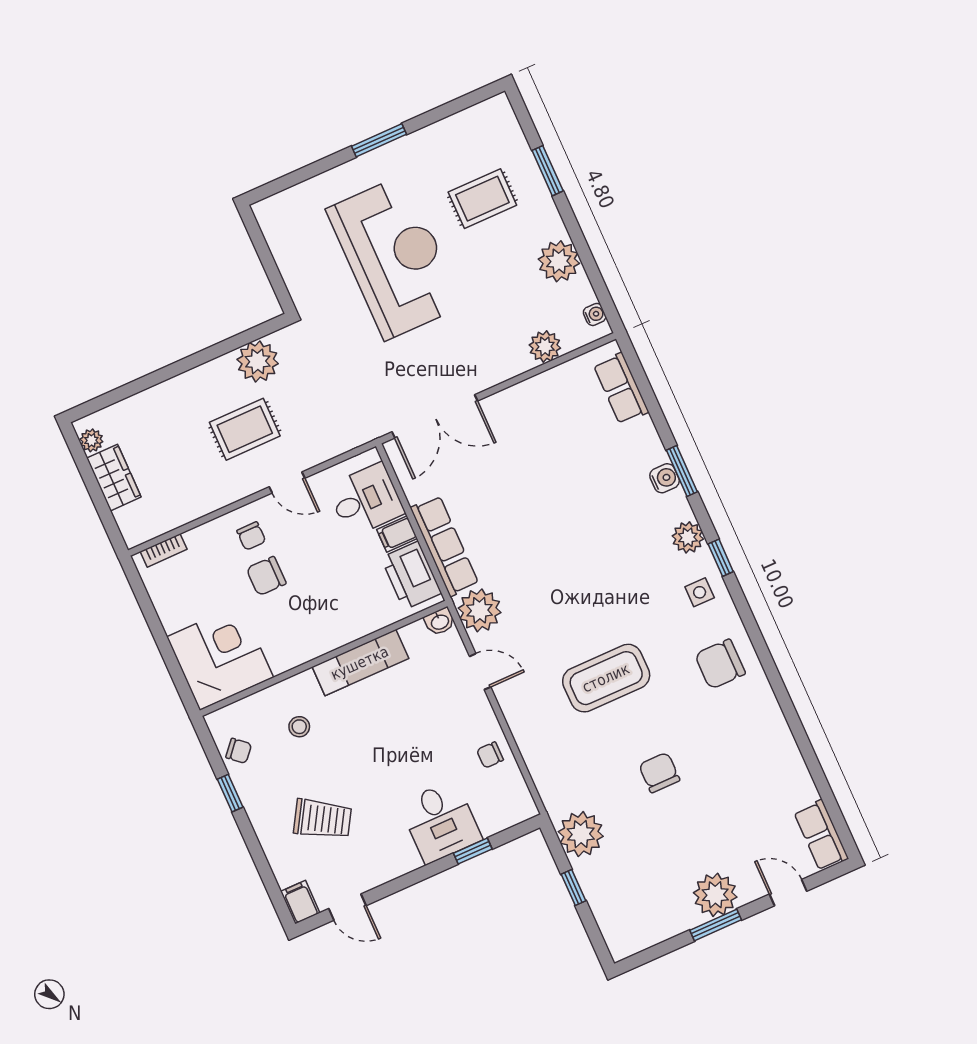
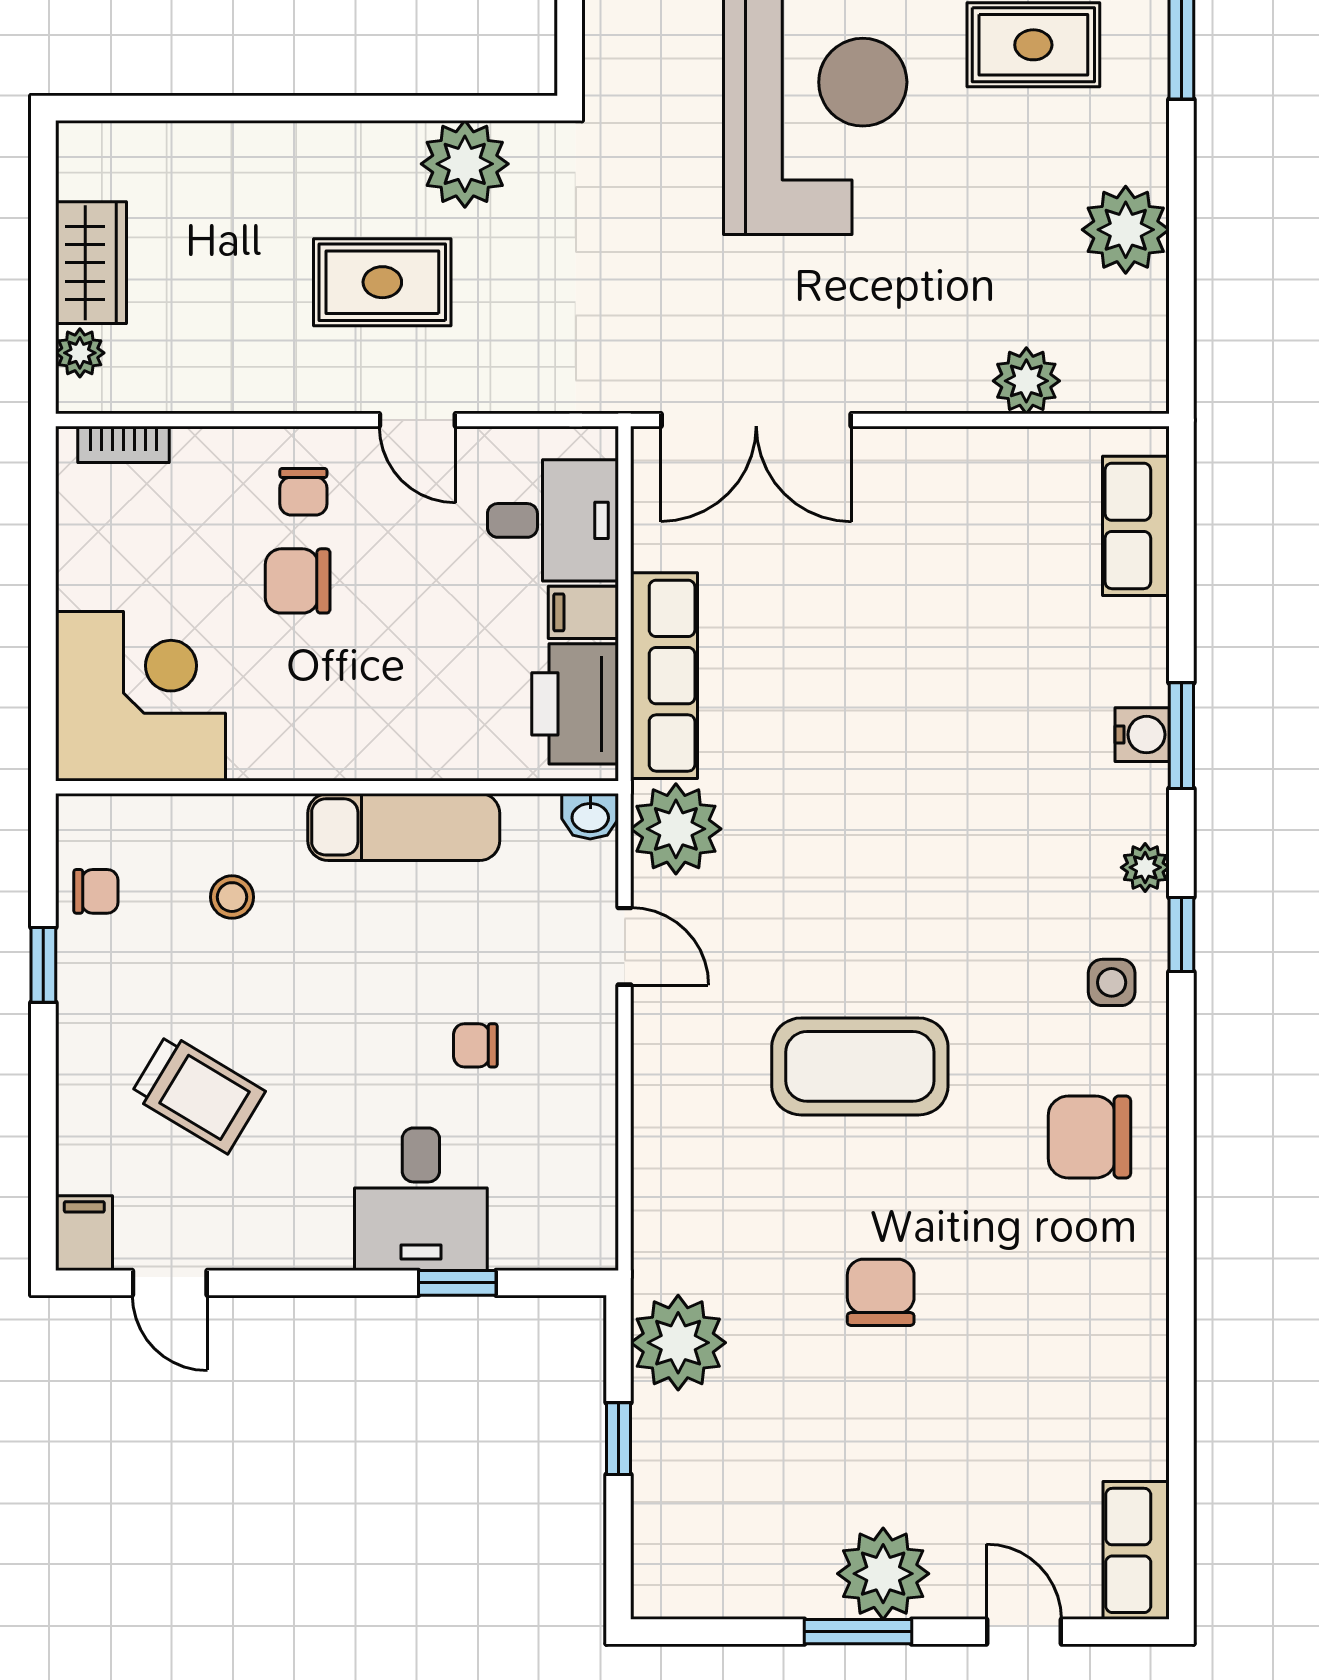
water cooler: (595, 314) -> (1149, 362), removed
plant: (91, 440) -> (80, 353), moved
plant: (688, 537) -> (1145, 867), width x0.73, depth x0.73
chair: (239, 751) -> (96, 891), turned -41
chair: (490, 755) -> (475, 1045), moved

